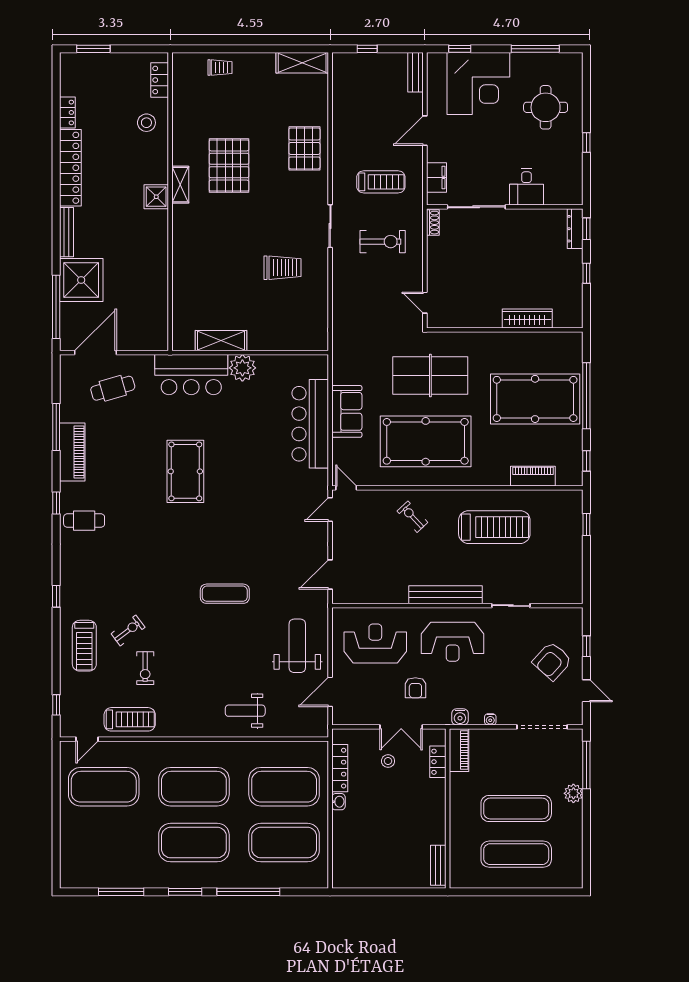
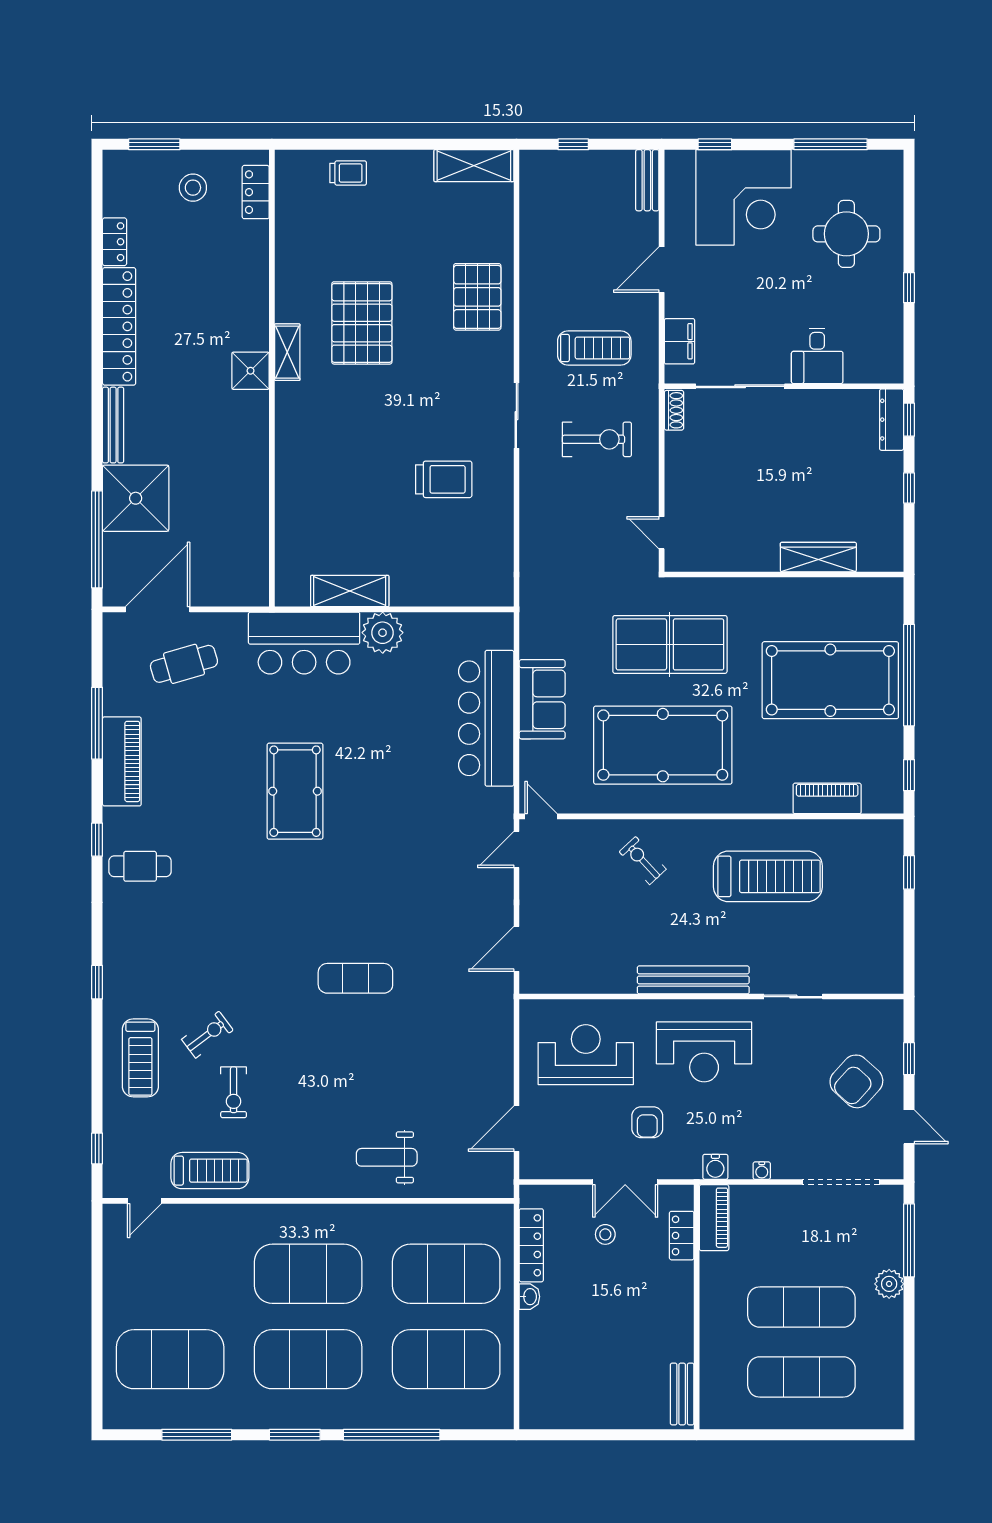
stool: (146, 123) -> (193, 188), moved
weight bench: (297, 646) -> (466, 1058), removed
exercise mat: (104, 787) -> (170, 1359), moved

